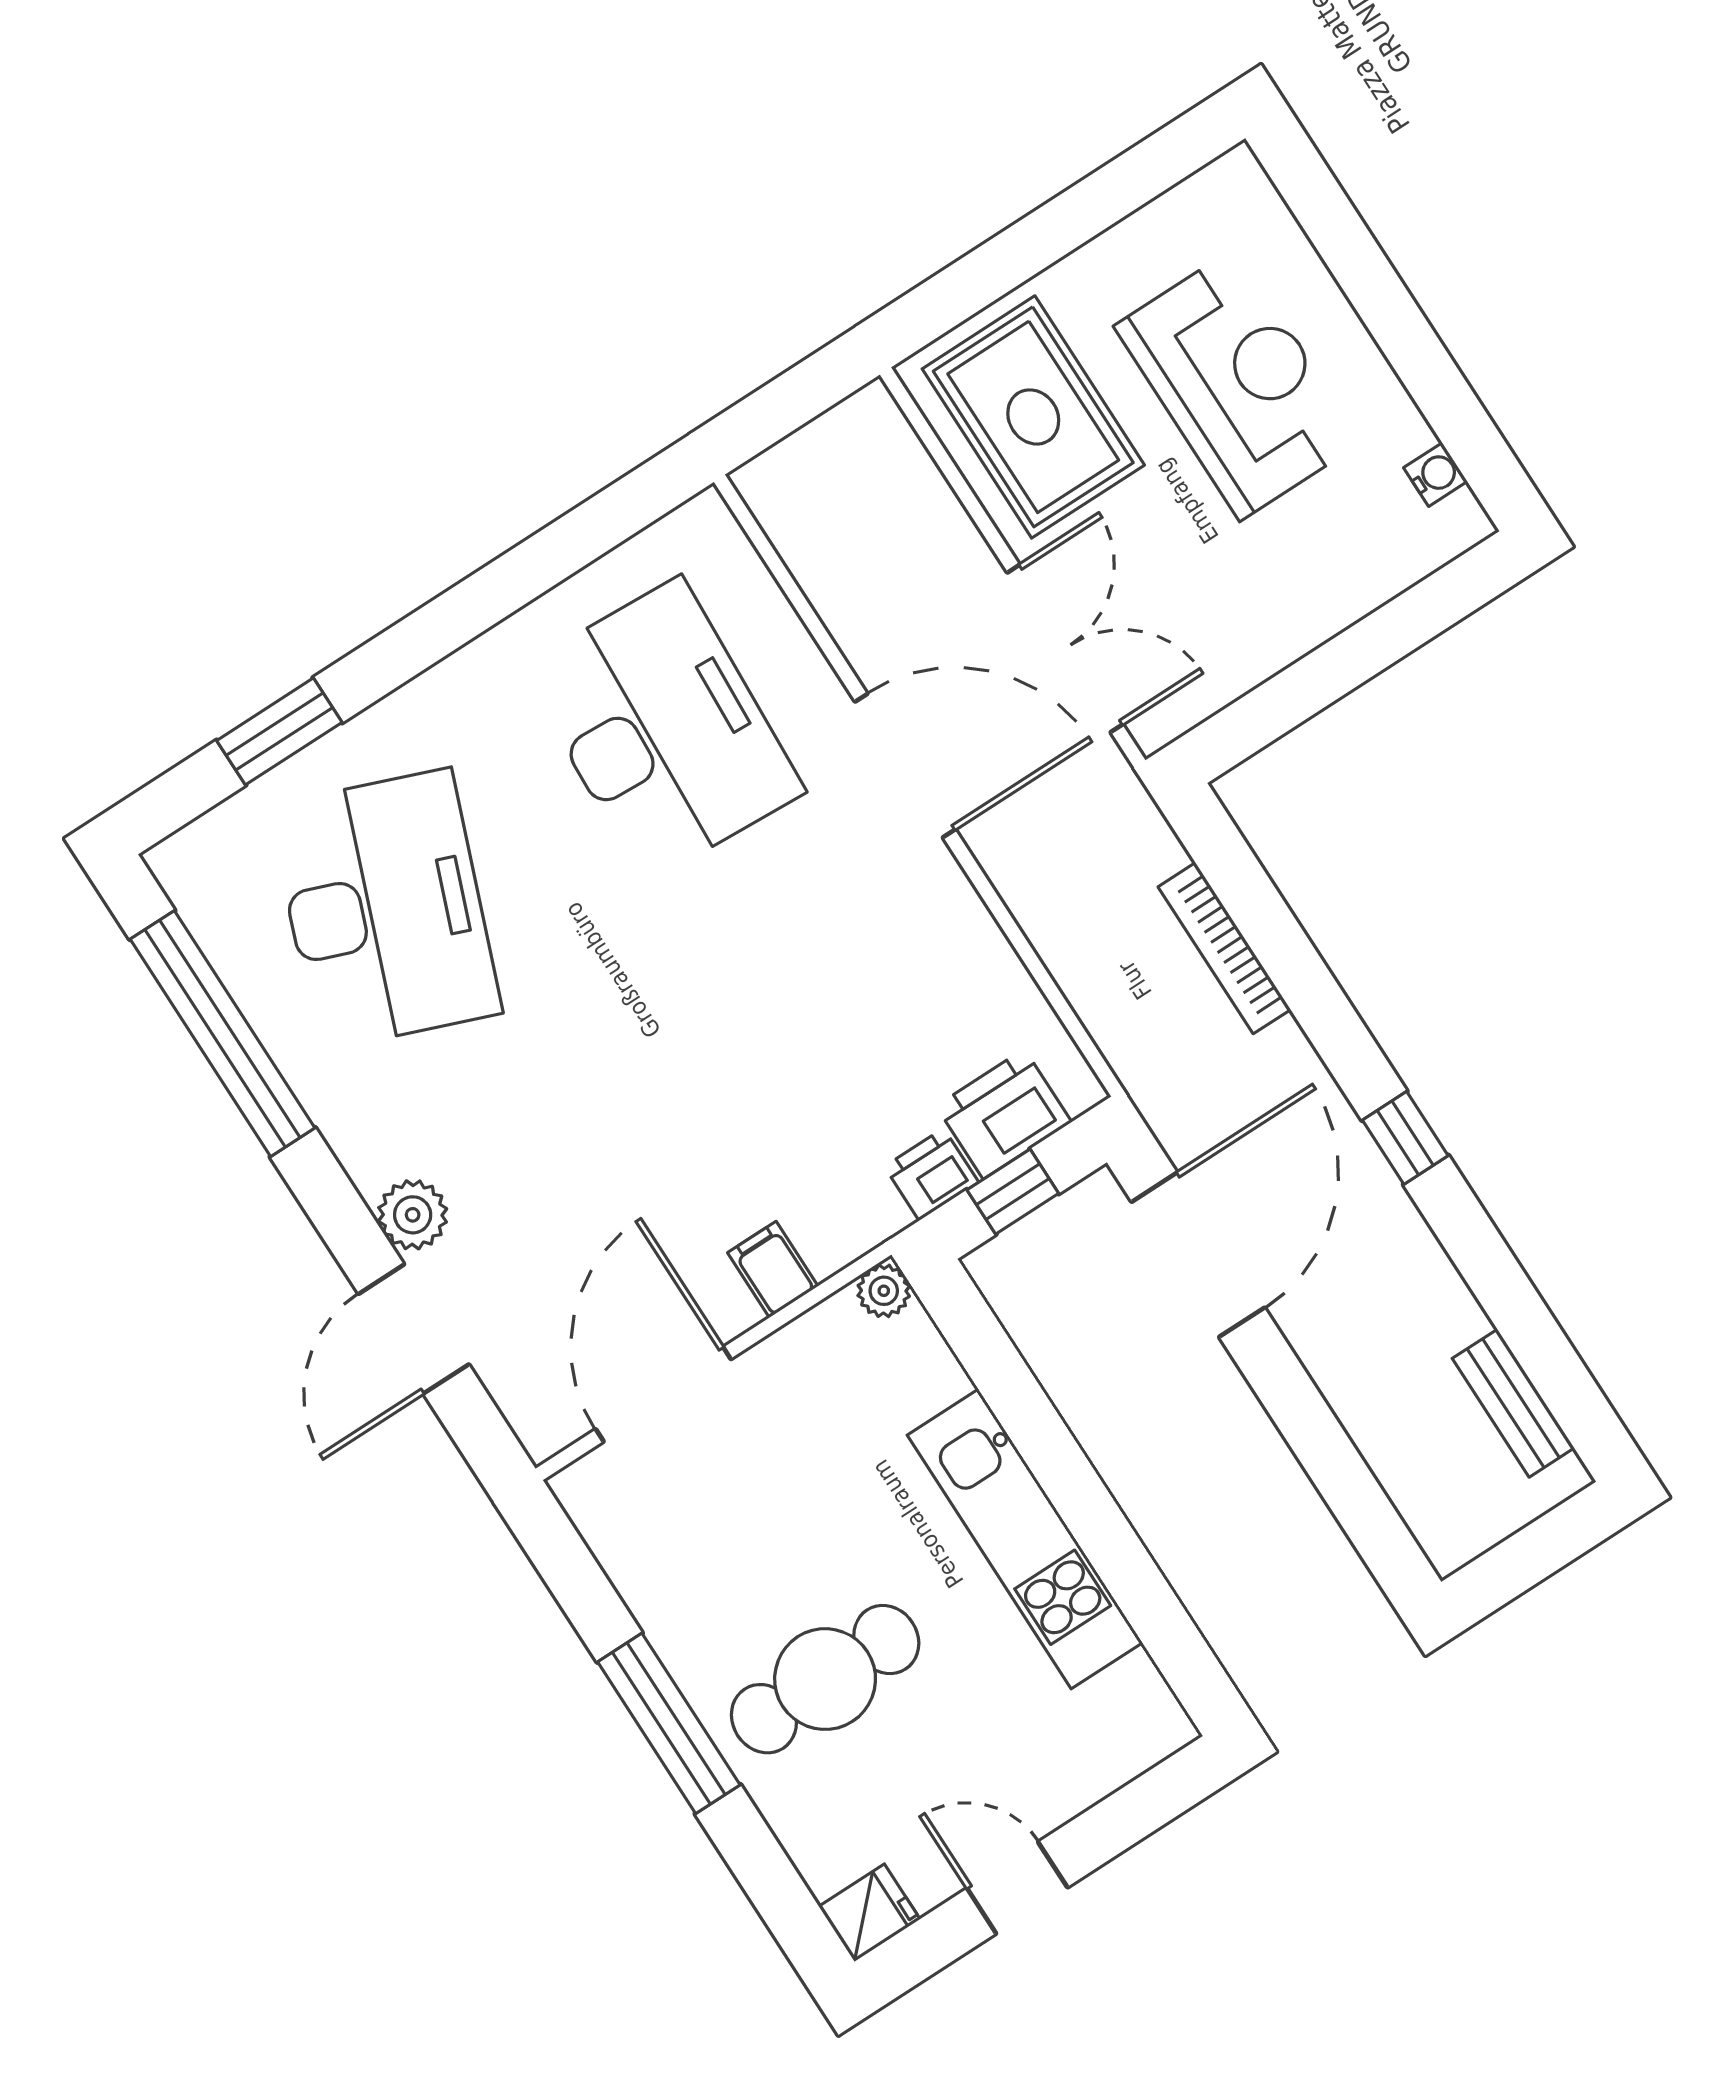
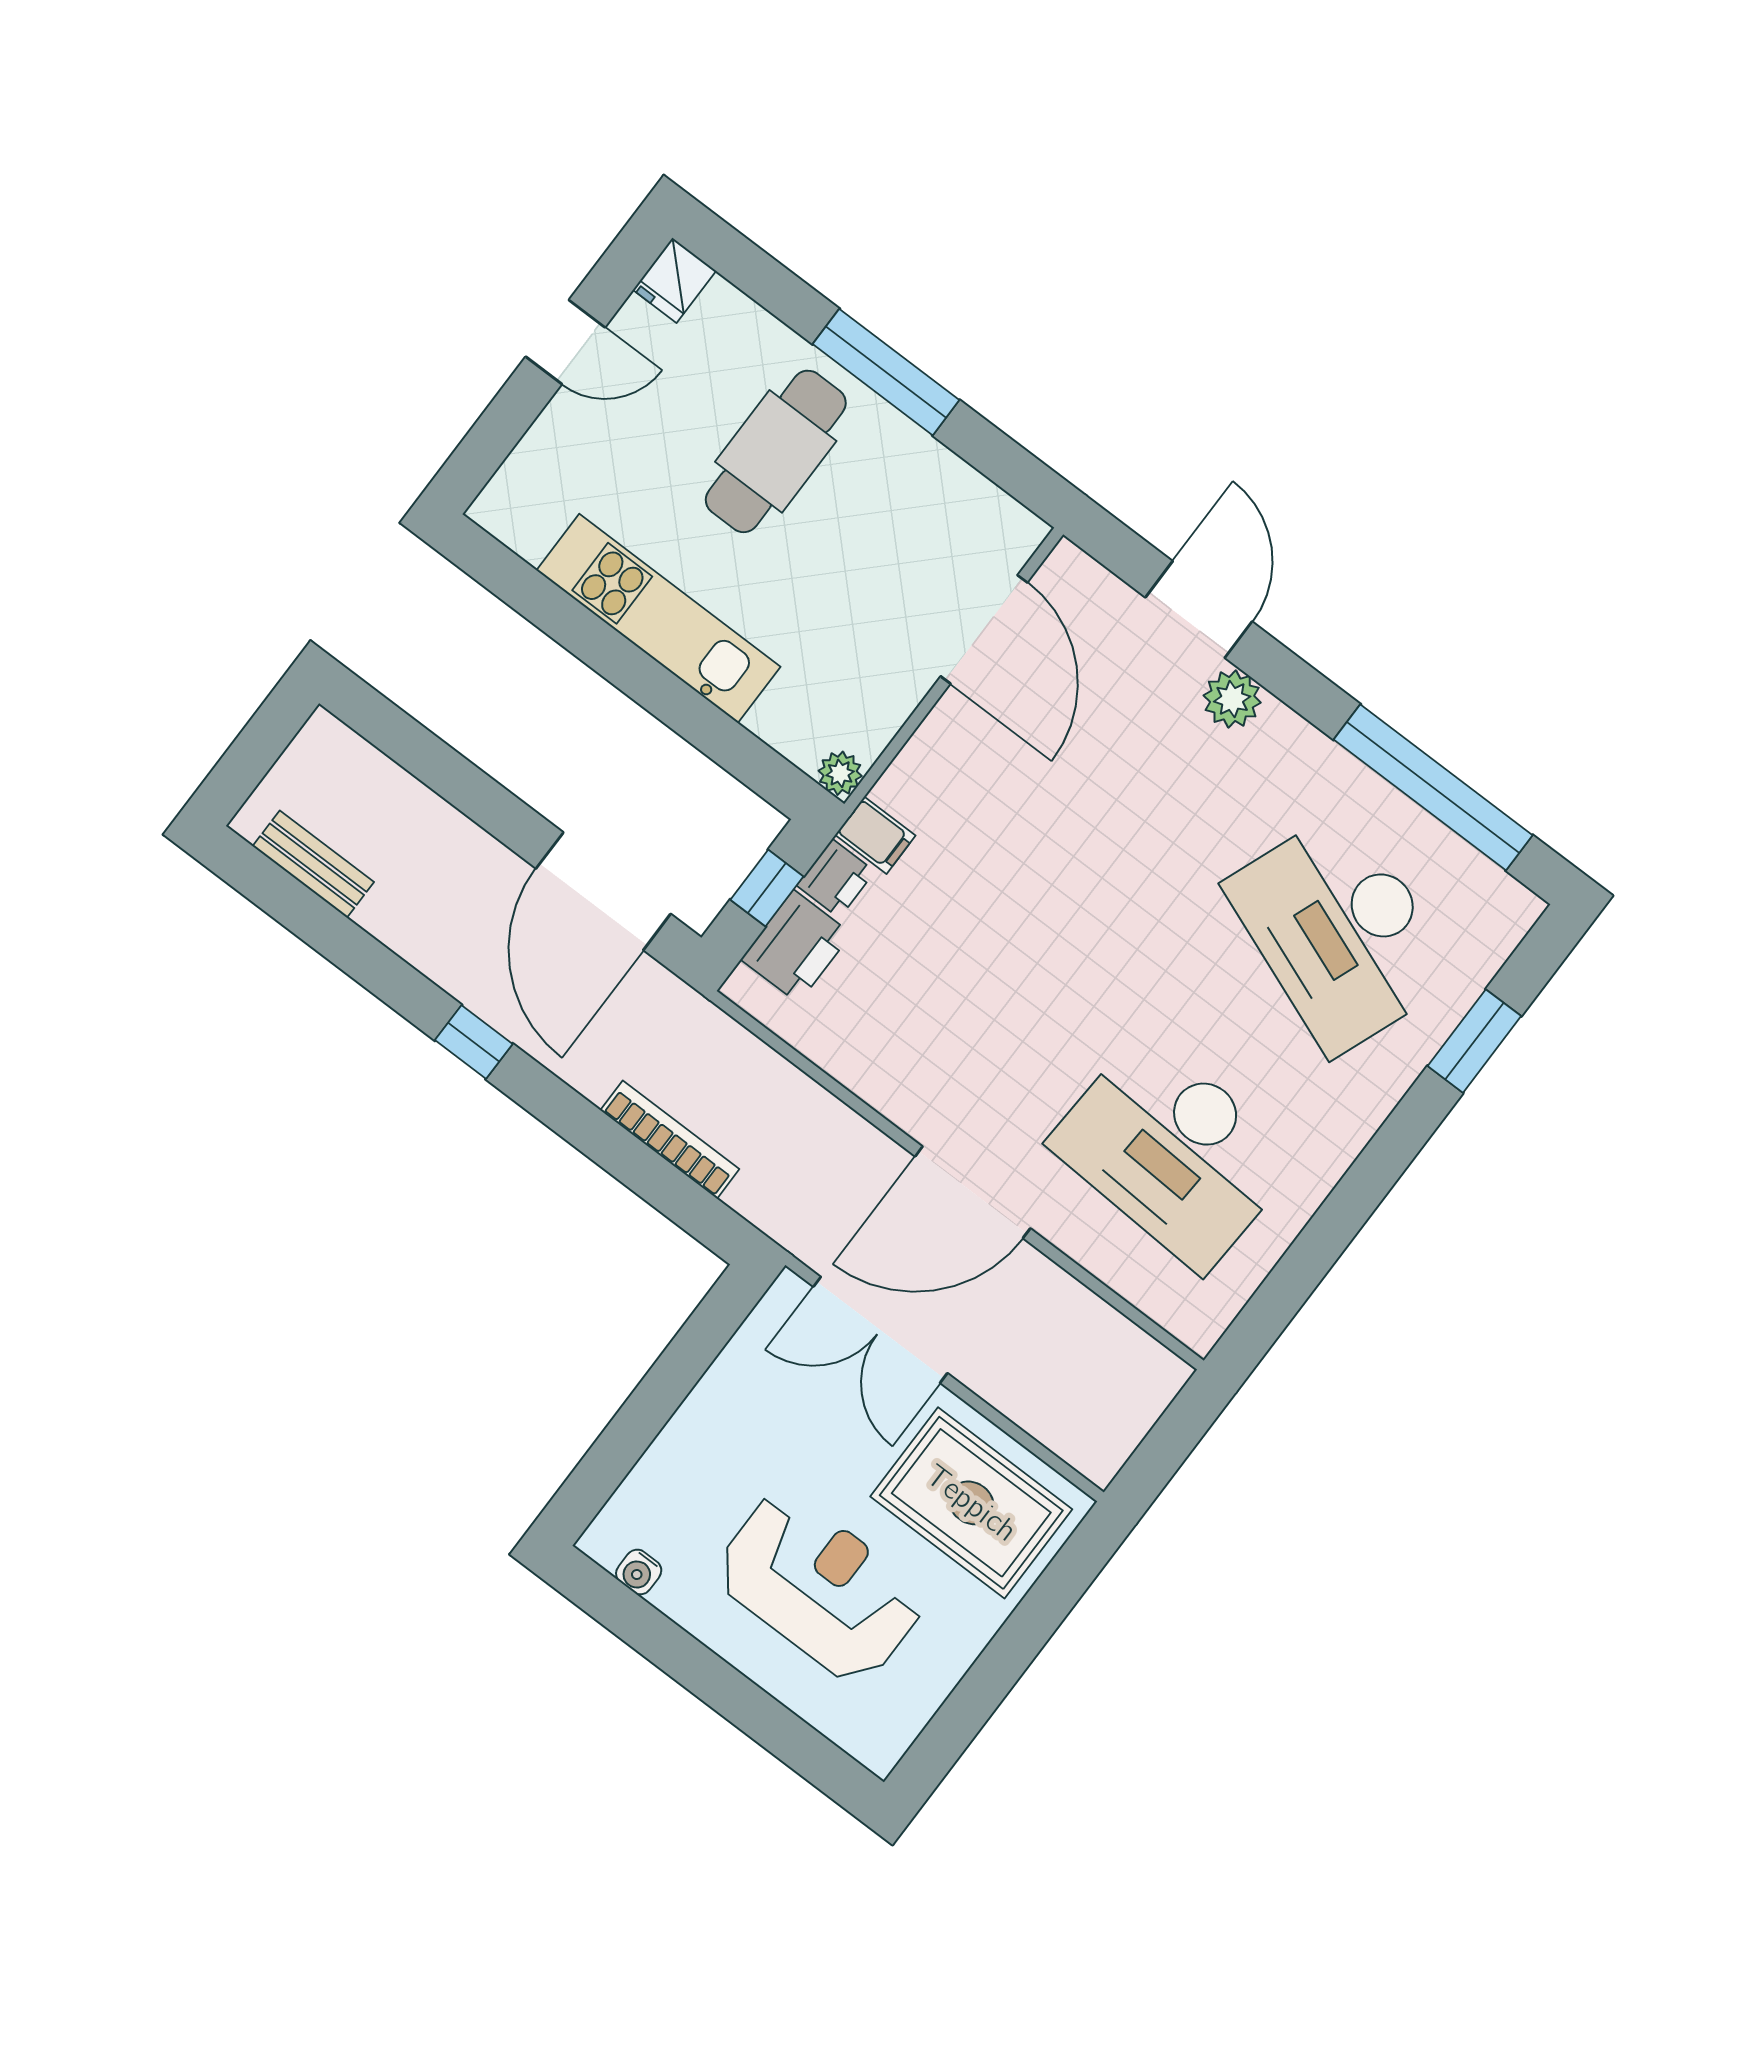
reception desk: (1238, 384) -> (820, 1587), turned 180
filing cabinet: (773, 1269) -> (875, 835), moved

